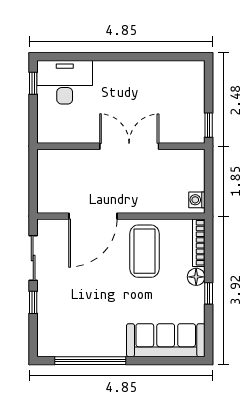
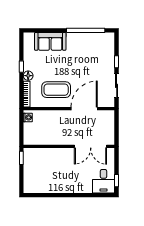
desk: (65, 82) -> (103, 181), width x0.73
double door: (129, 146) -> (91, 146), moved
coffee table: (145, 251) -> (56, 90), turned 90
sofa: (166, 340) -> (50, 41), width x0.73

